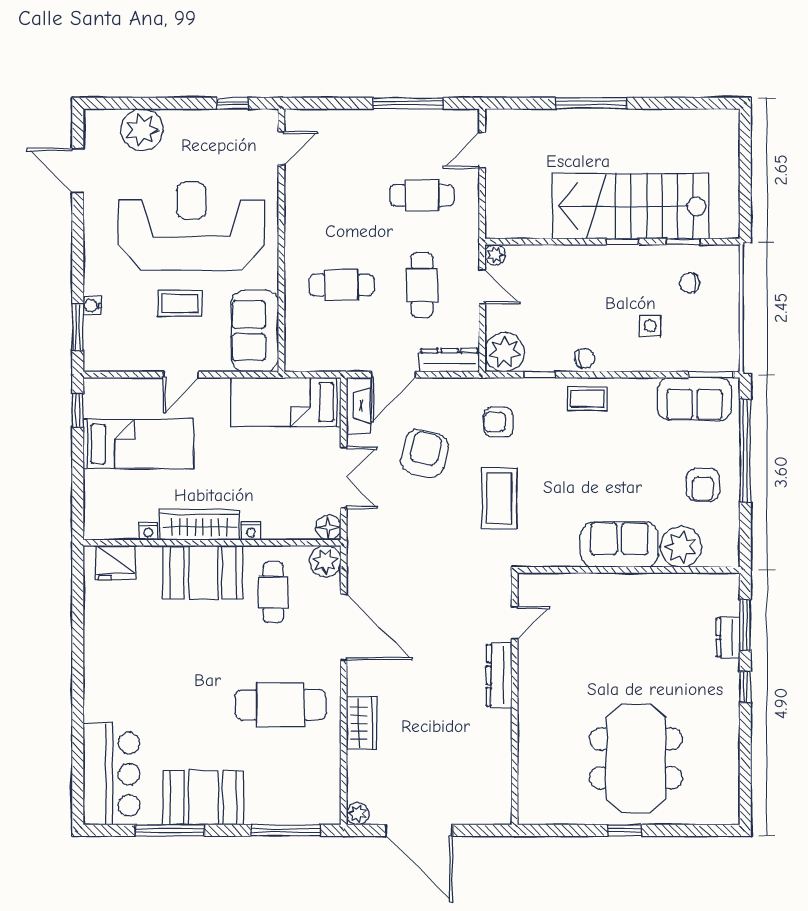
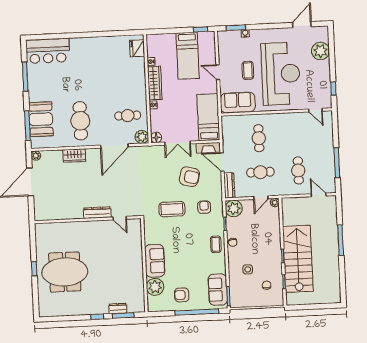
booth: (203, 572) -> (135, 86), removed
booth: (203, 798) -> (41, 119), moved

